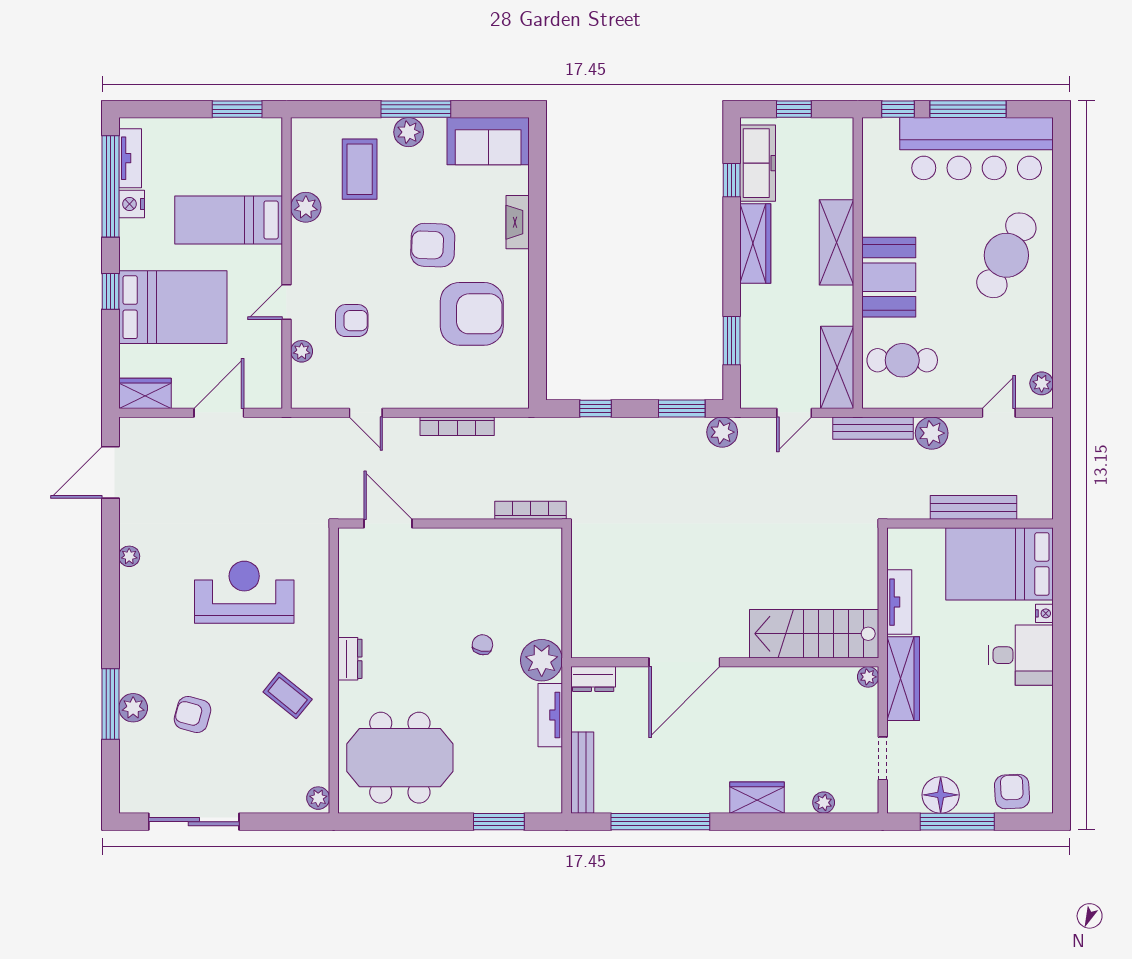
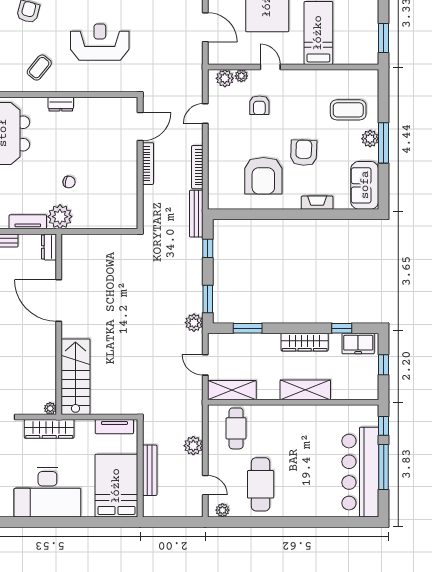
freezer: (758, 163) -> (358, 344), width x0.71
plant: (306, 207) -> (225, 78), moved
cafe table: (1006, 255) -> (261, 484), moved, turned 63
booth: (889, 277) -> (285, 421), removed
bench: (873, 428) -> (196, 214), moved
bookcase: (531, 510) -> (148, 164), moved
reception desk: (244, 592) -> (100, 42), turned -90
tv unit: (899, 602) -> (114, 427), moved
nightstand: (1044, 613) -> (87, 512), removed
desk: (1021, 655) -> (47, 492), width x1.87, depth x1.30

